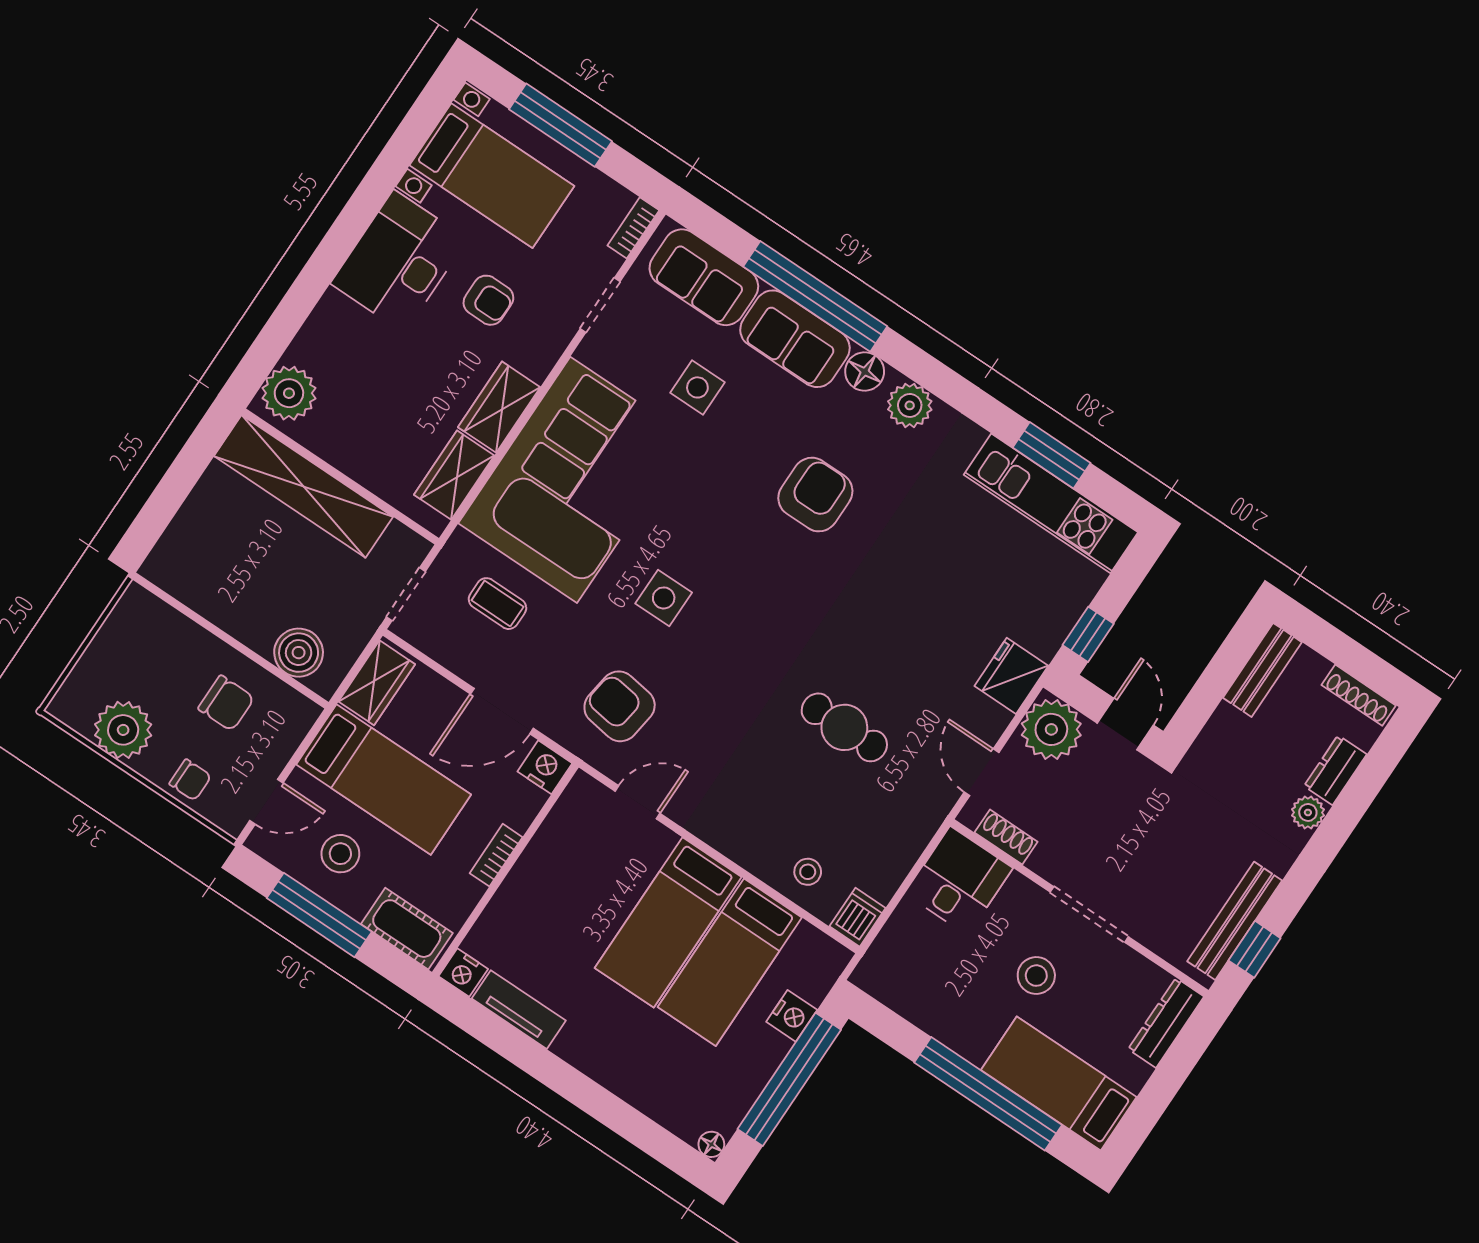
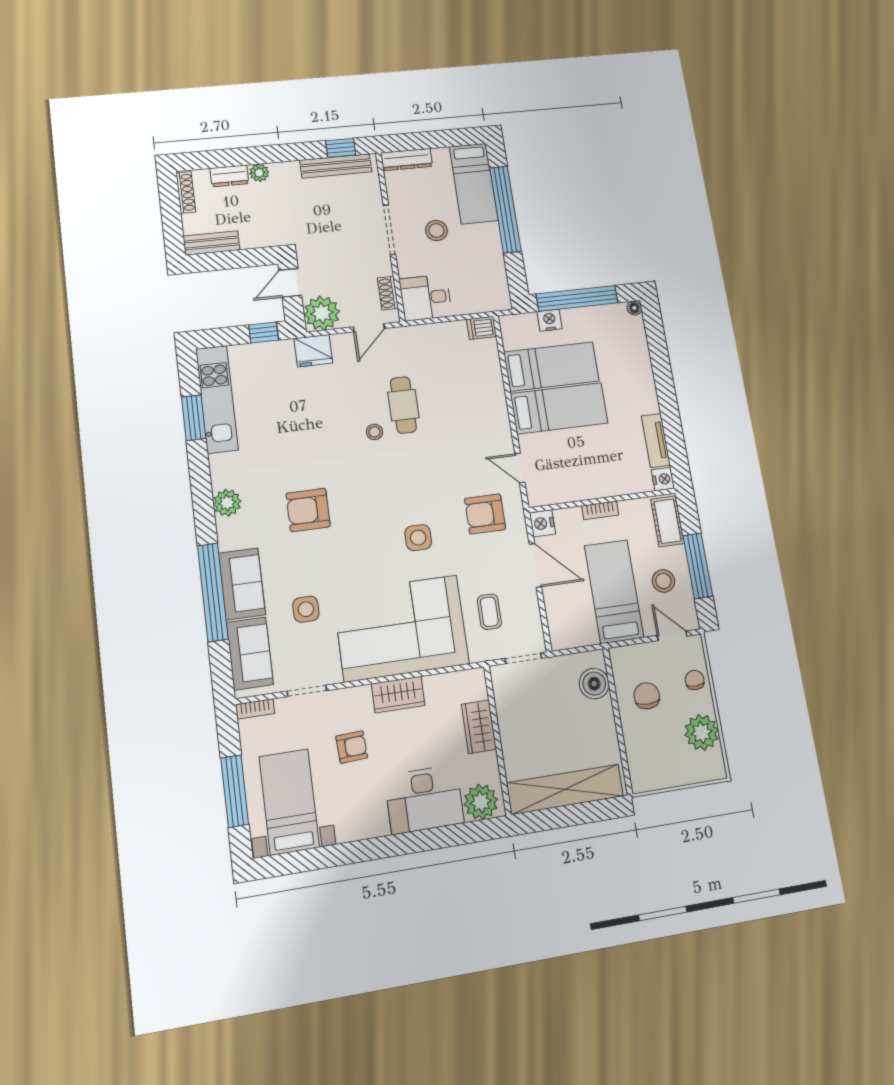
desk: (399, 261) -> (424, 799), moved
armchair: (488, 300) -> (352, 747), turned 87
floor lamp: (865, 372) -> (229, 538), removed
wardrobe: (454, 475) -> (479, 727), moved, turned 90
shelving: (304, 486) -> (565, 789), moved, turned 90
wardrobe: (377, 683) -> (575, 635), removed
armchair: (620, 706) -> (485, 514), turned 82
stool: (808, 872) -> (375, 432), moved

